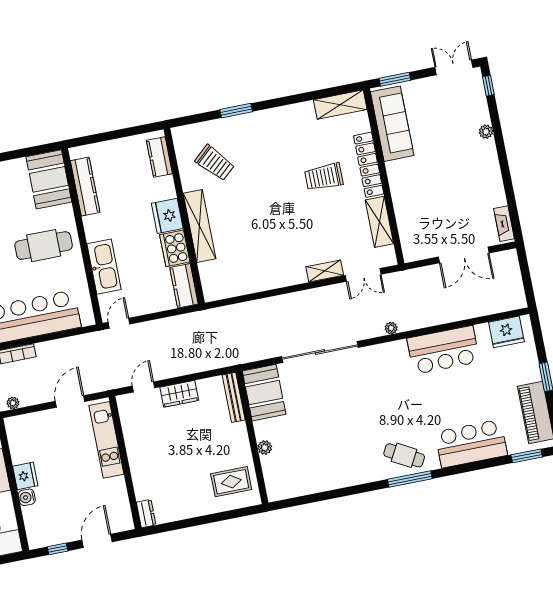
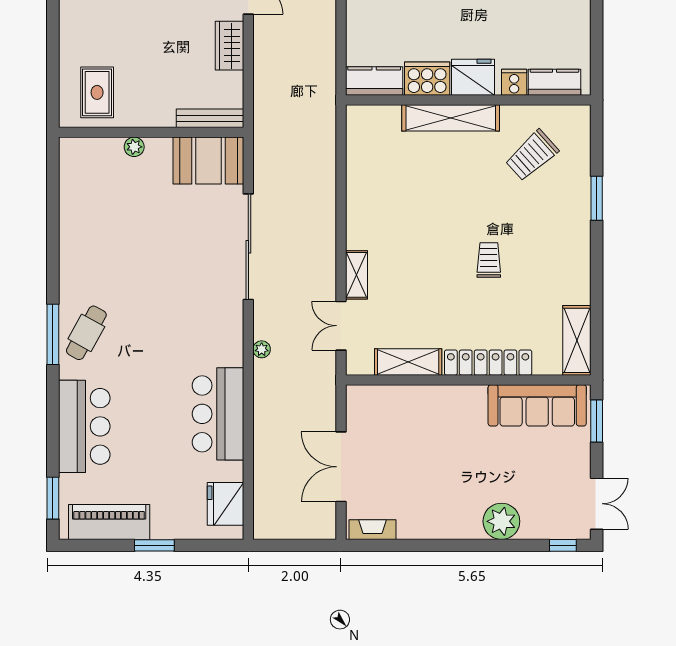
plant: (486, 132) -> (501, 521), width x1.88, depth x1.88
trolley: (324, 177) -> (489, 260), moved, width x0.73, depth x0.72
cooker: (165, 186) -> (514, 82), added

